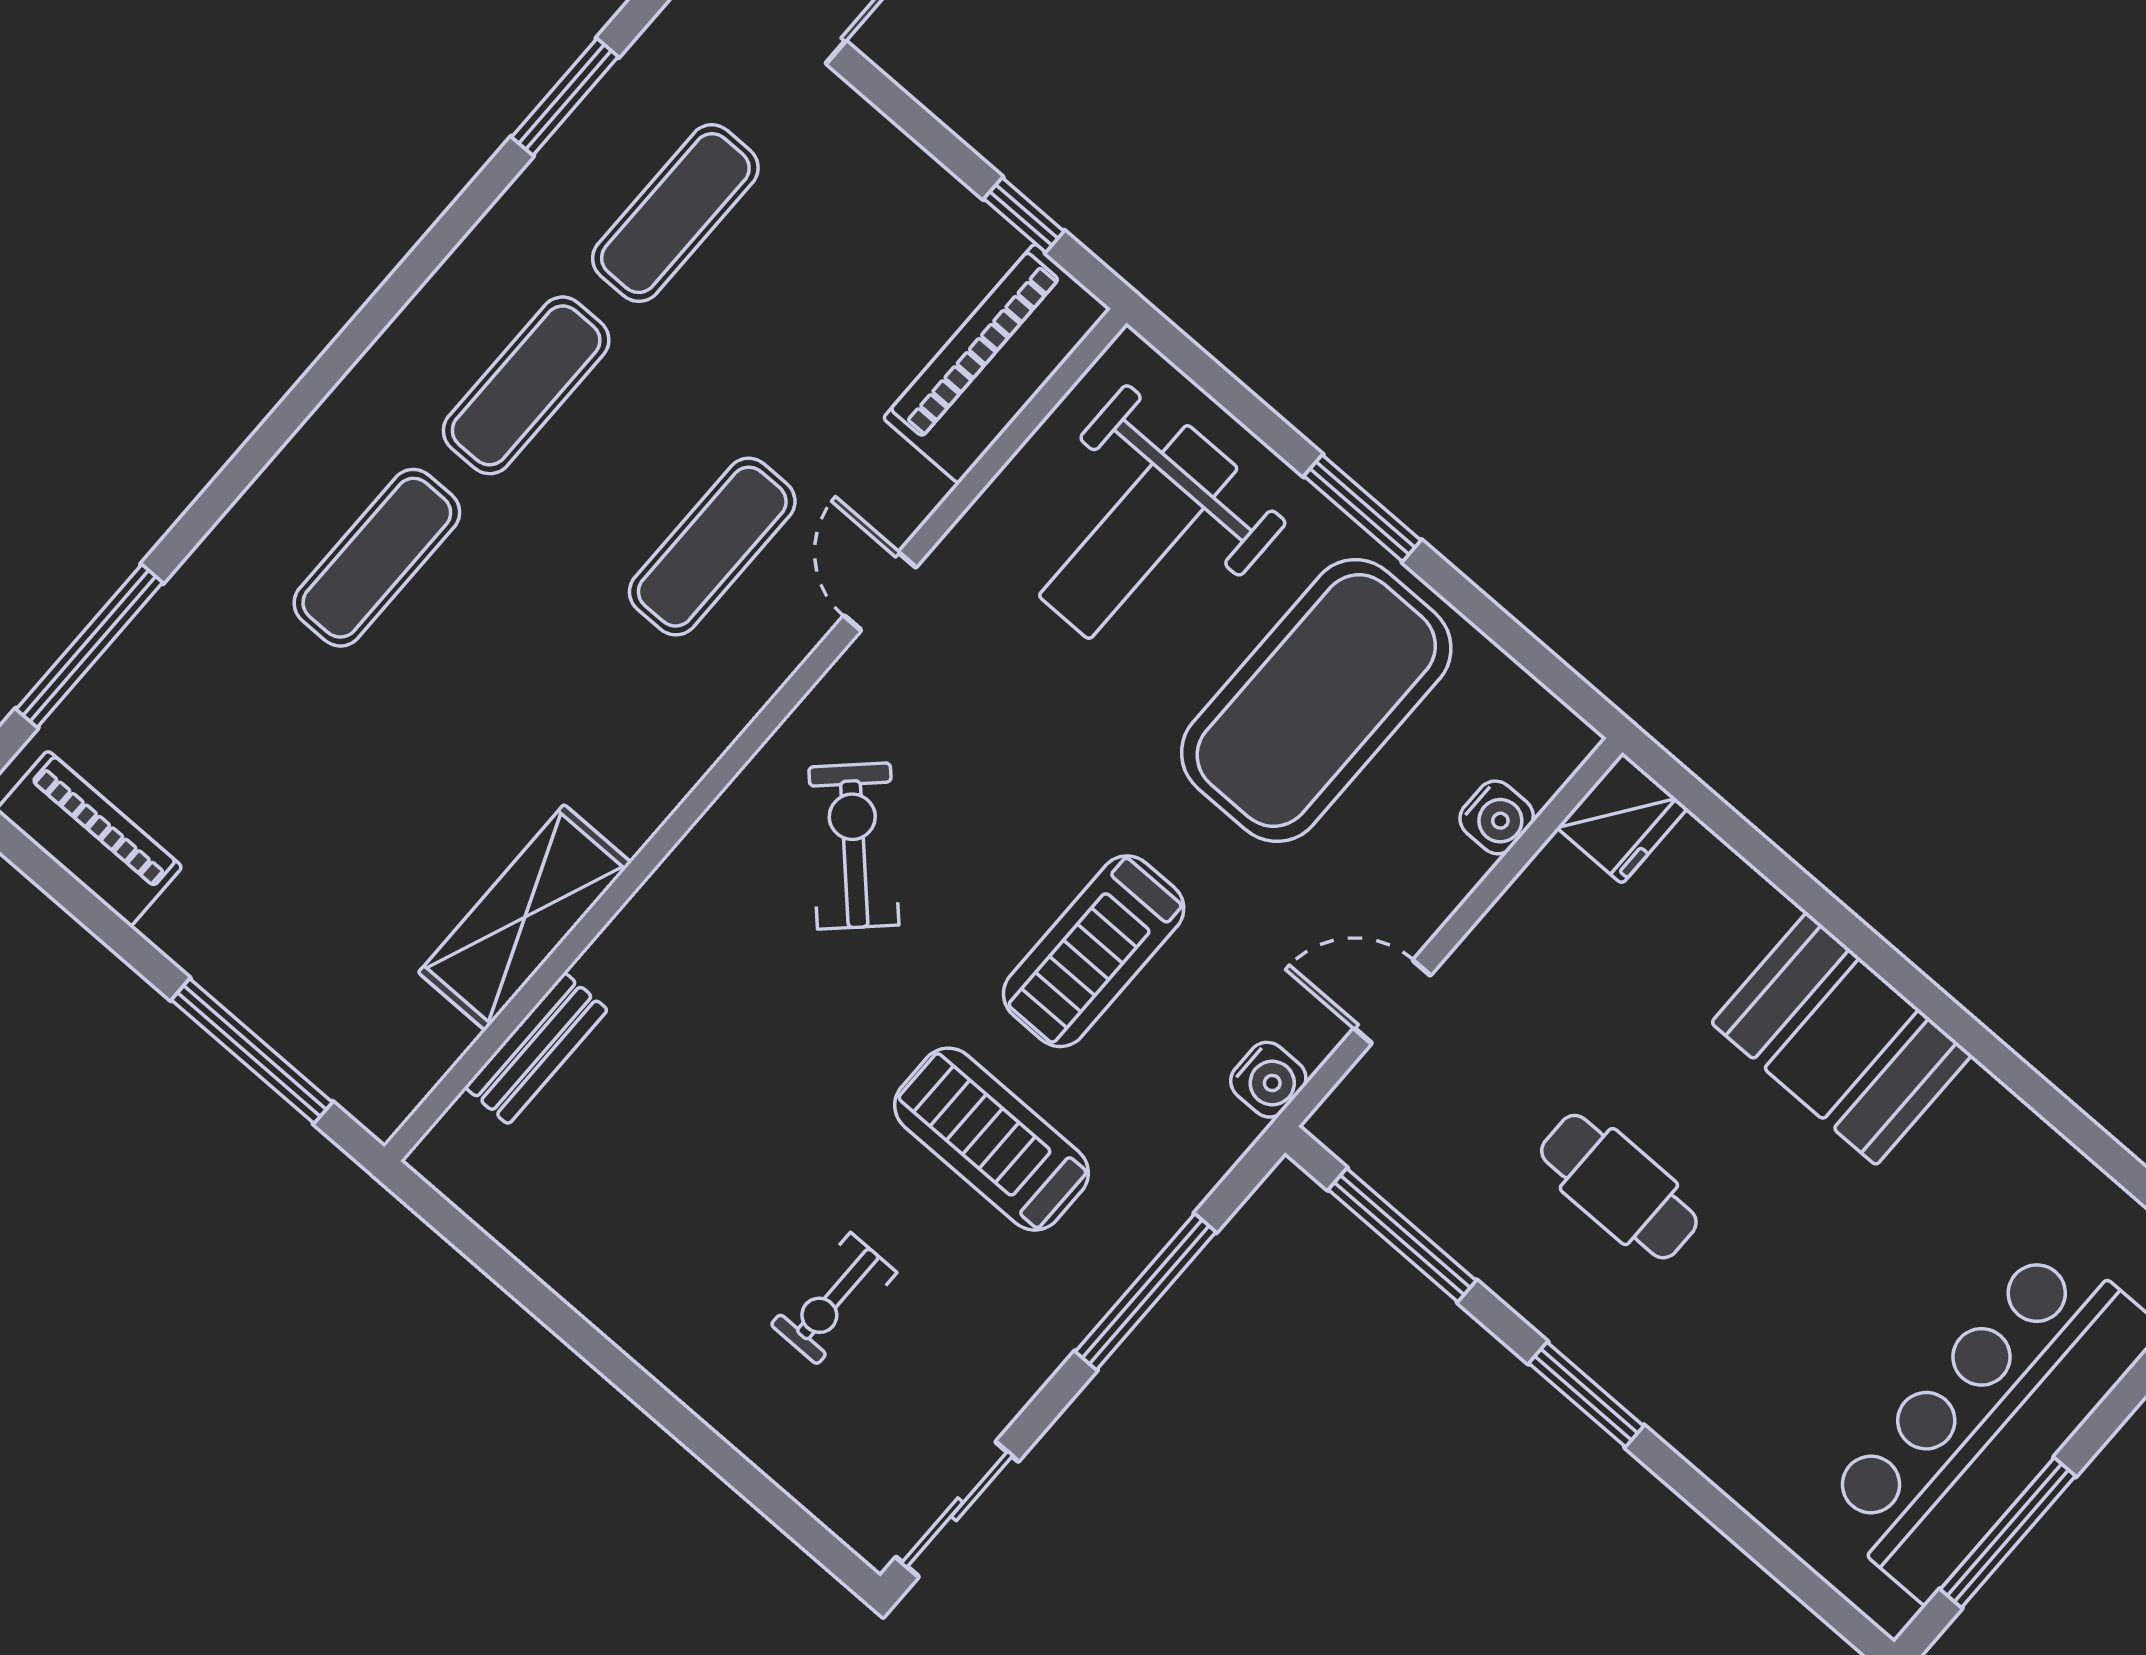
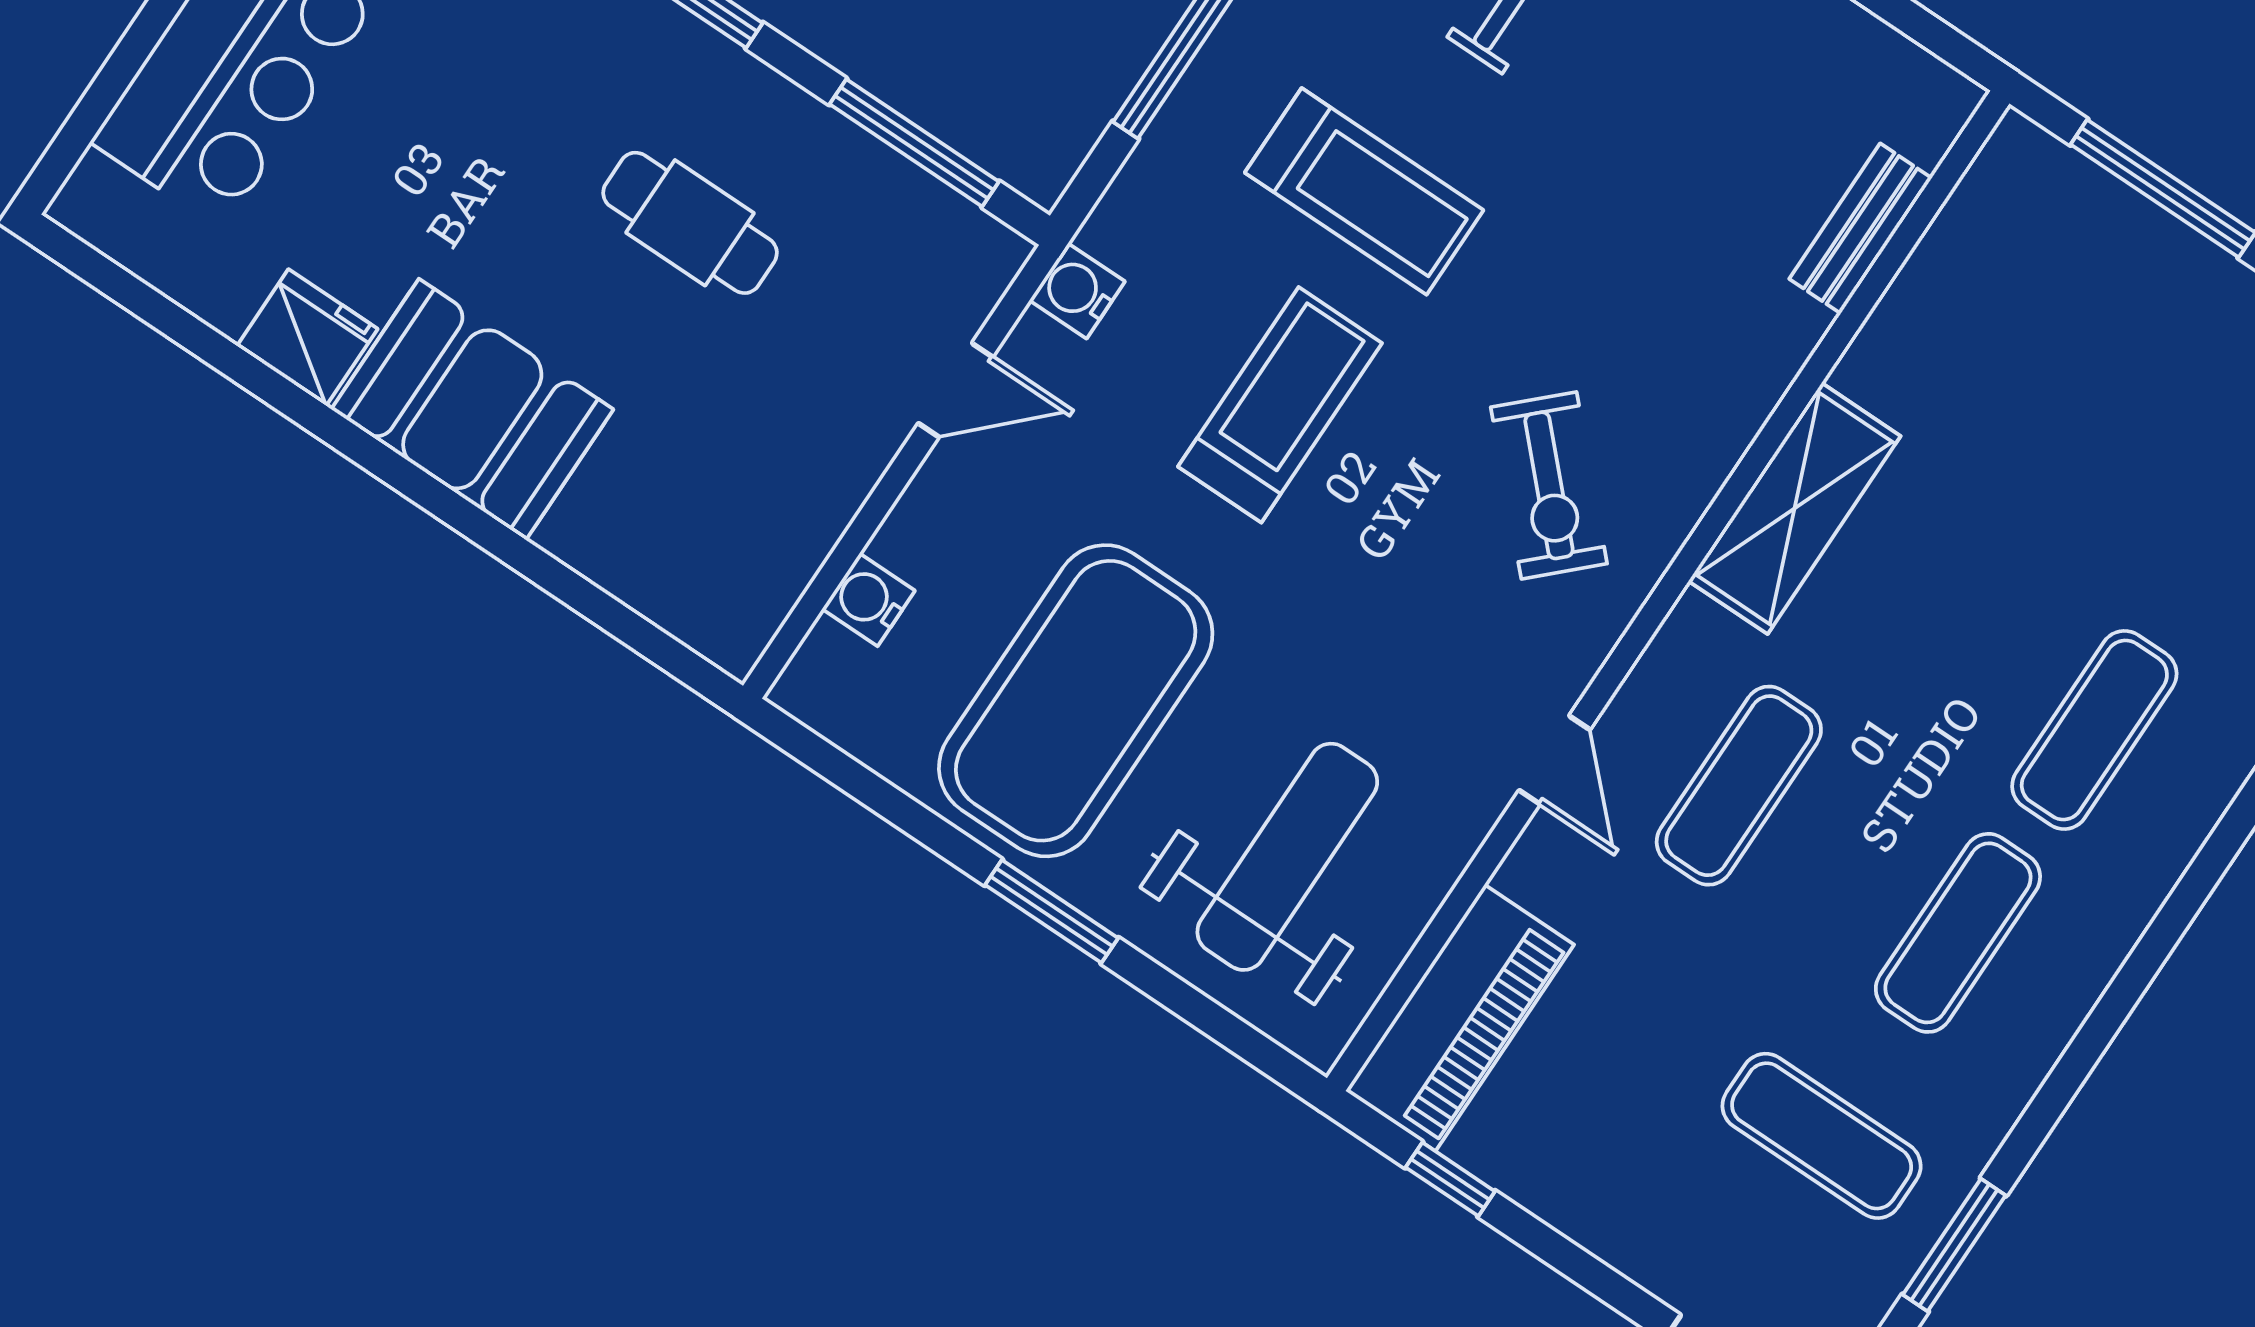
exercise mat: (675, 213) -> (1822, 1136), turned 90
fridge: (1622, 818) -> (307, 337), moved, turned 90
shelving: (525, 917) -> (1794, 508), moved

